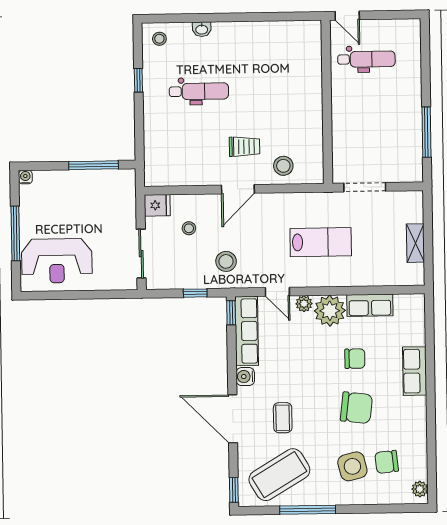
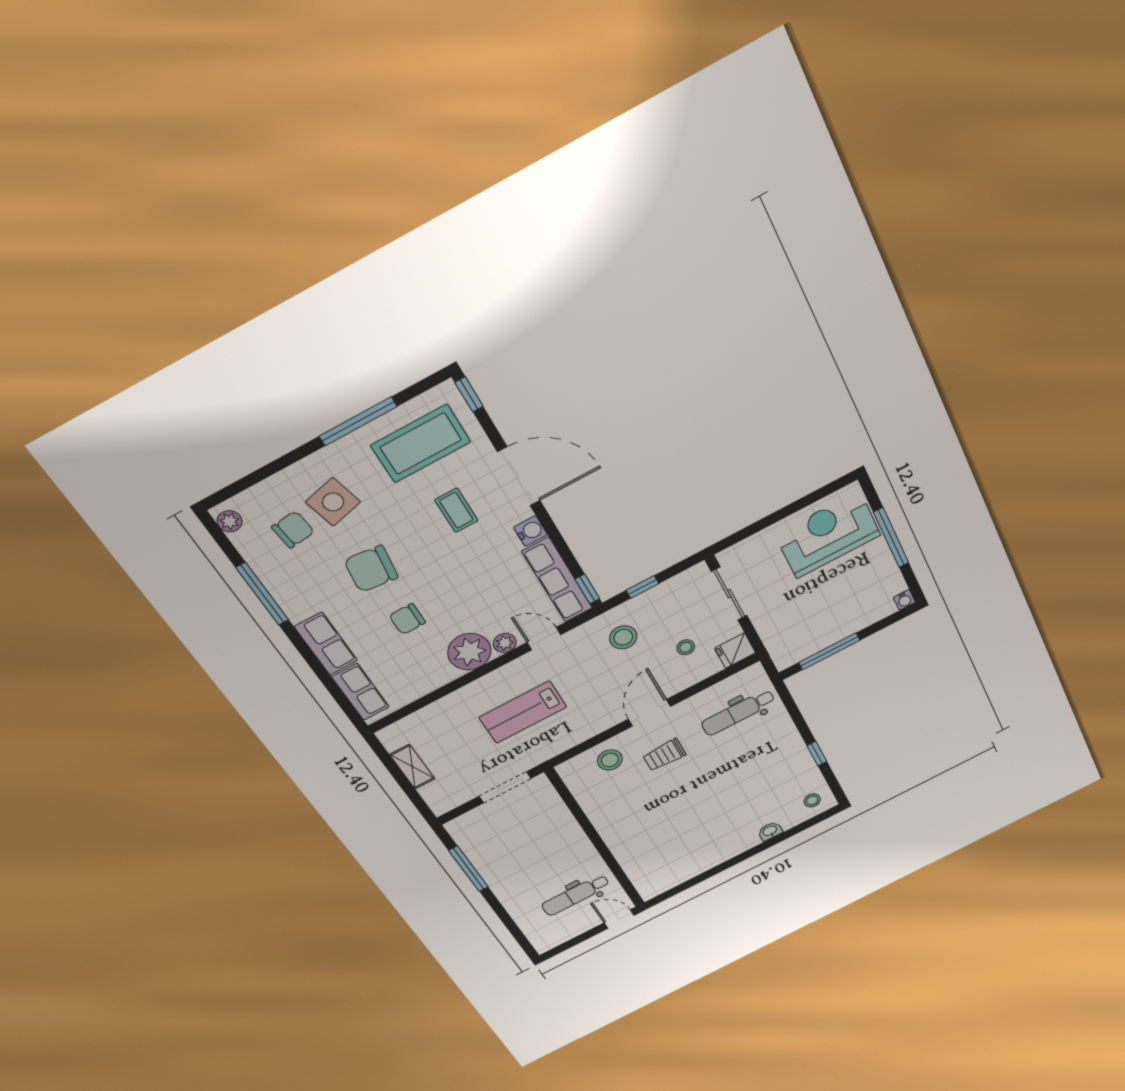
dental chair: (199, 91) -> (738, 713), moved
row of seats: (370, 305) -> (360, 692), moved, turned 90
window: (431, 429) -> (262, 594), added
coffee table: (279, 475) -> (421, 444), turned 31

